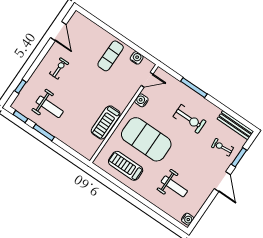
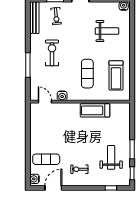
exercise mat: (111, 56) -> (46, 159), moved
water cooler: (137, 58) -> (35, 179), moved
treadmill: (106, 122) -> (95, 110), turned 180
exercise mat: (146, 139) -> (87, 74), width x0.50, depth x0.69
weight bench: (174, 186) -> (107, 31), turned 90

